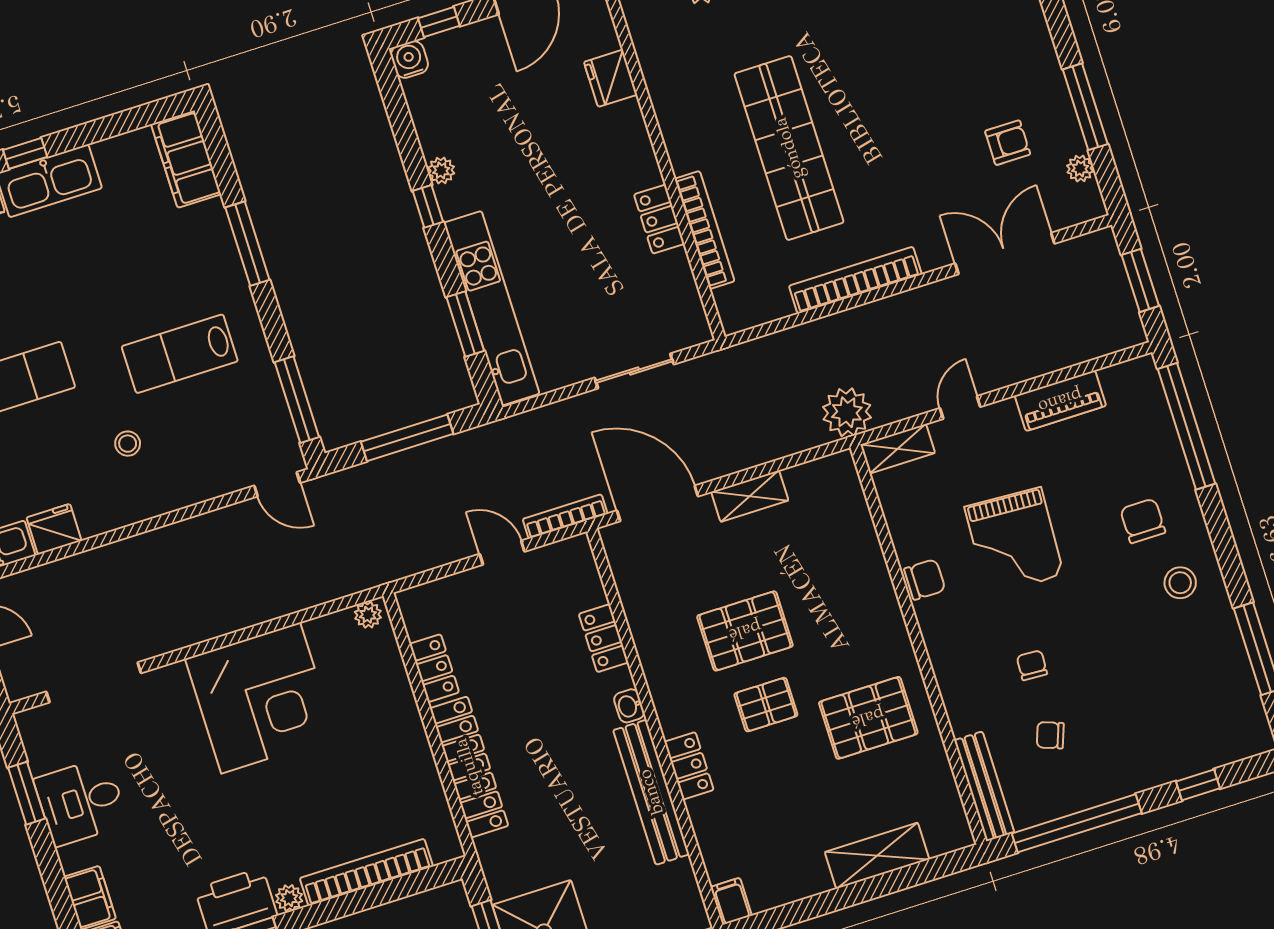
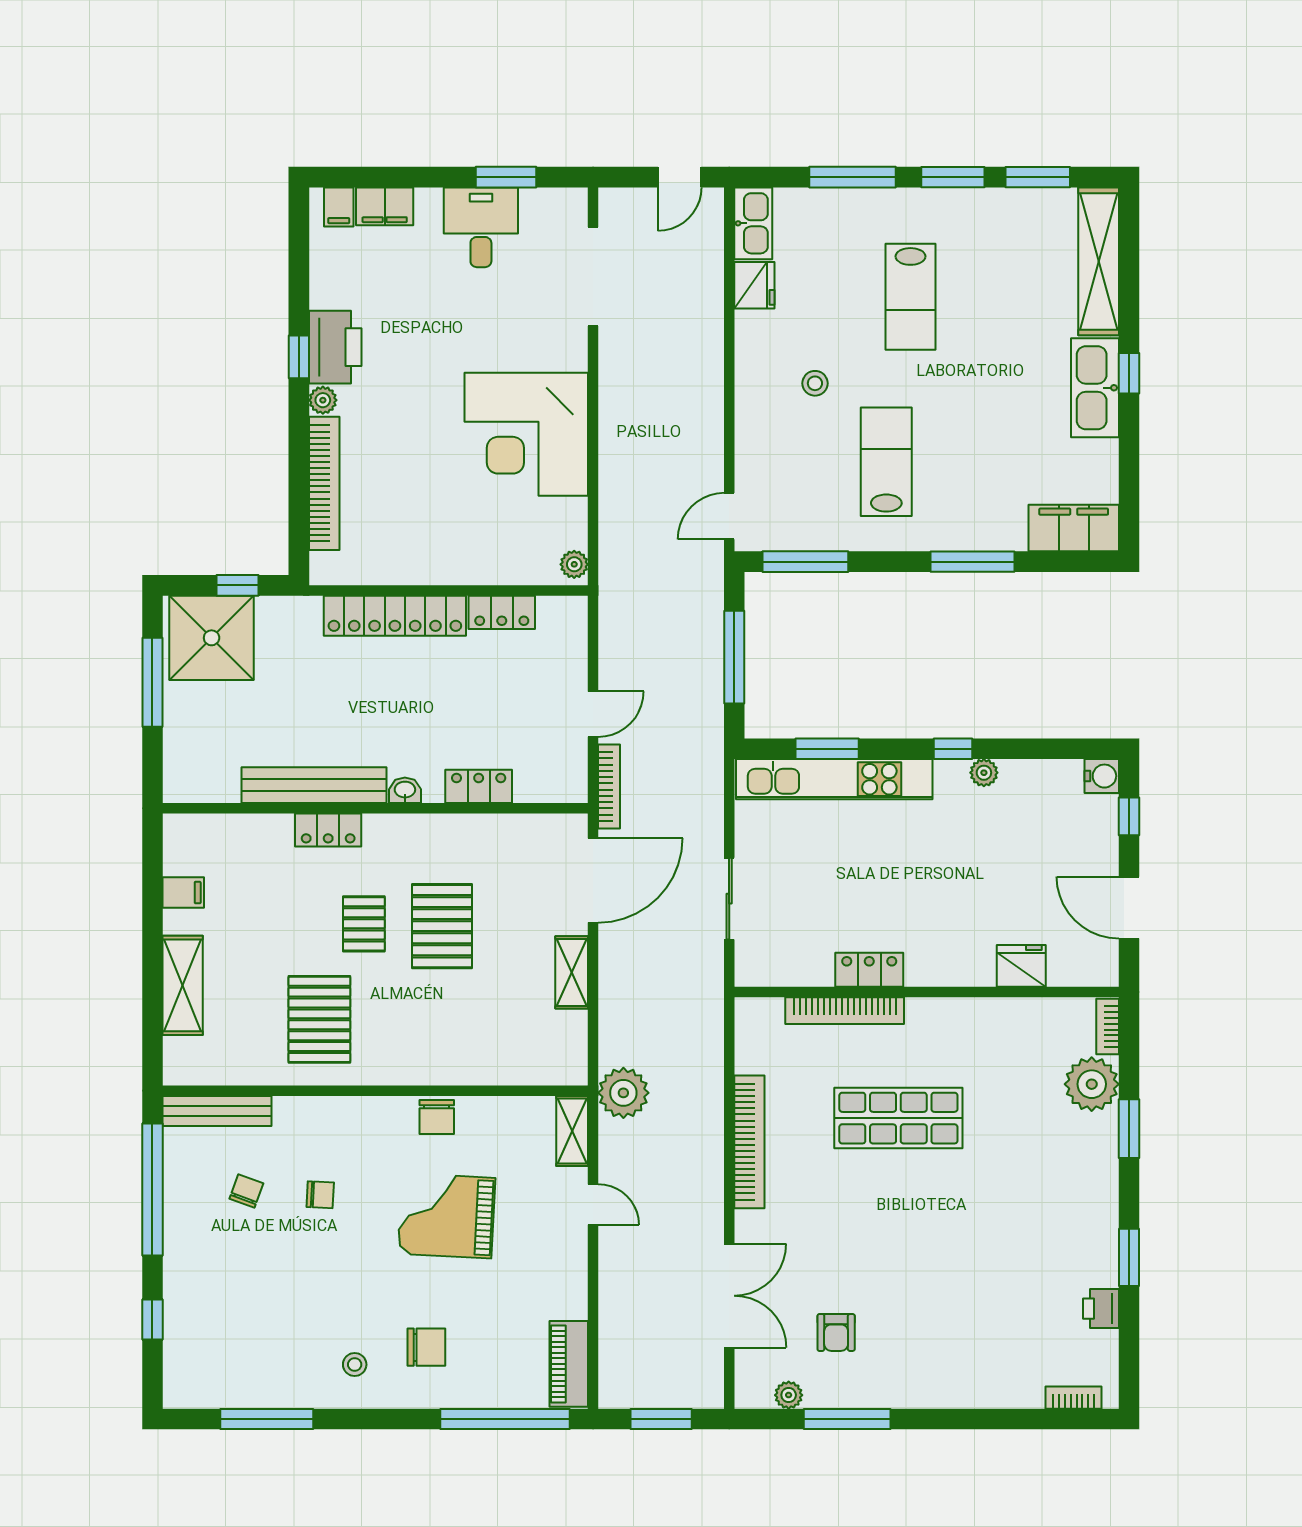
shop shelf: (789, 148) -> (898, 1118), width x0.71
piano: (1060, 401) -> (569, 1364), moved
stool: (1180, 583) -> (355, 1365), width x0.73, depth x0.73
filing cabinet: (731, 901) -> (183, 893), moved

